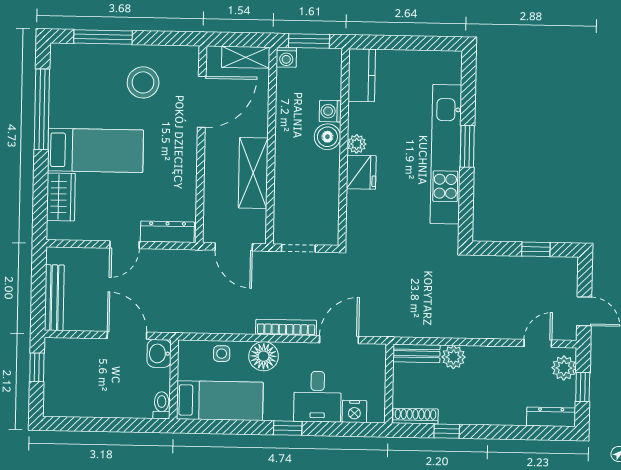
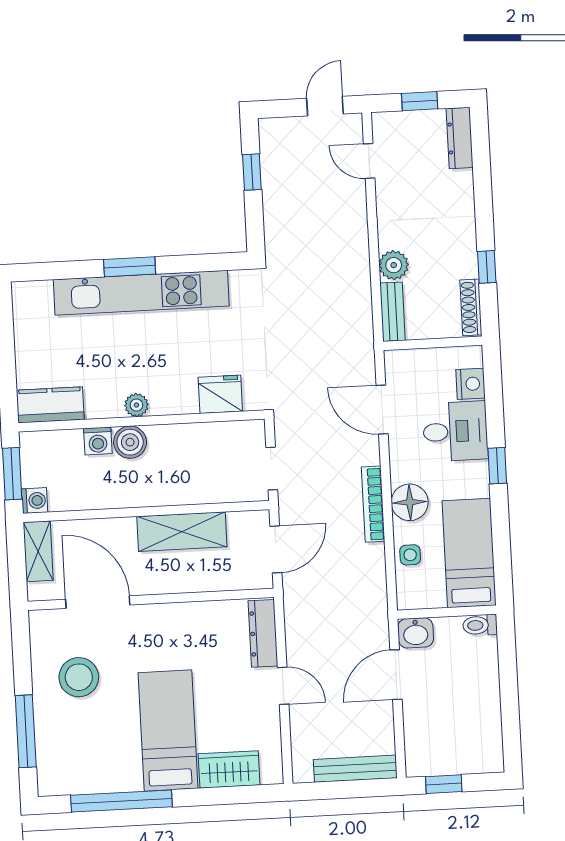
fridge: (361, 172) -> (220, 394), moved
bookcase: (286, 327) -> (373, 504), moved
plant: (564, 368) -> (397, 126), removed

